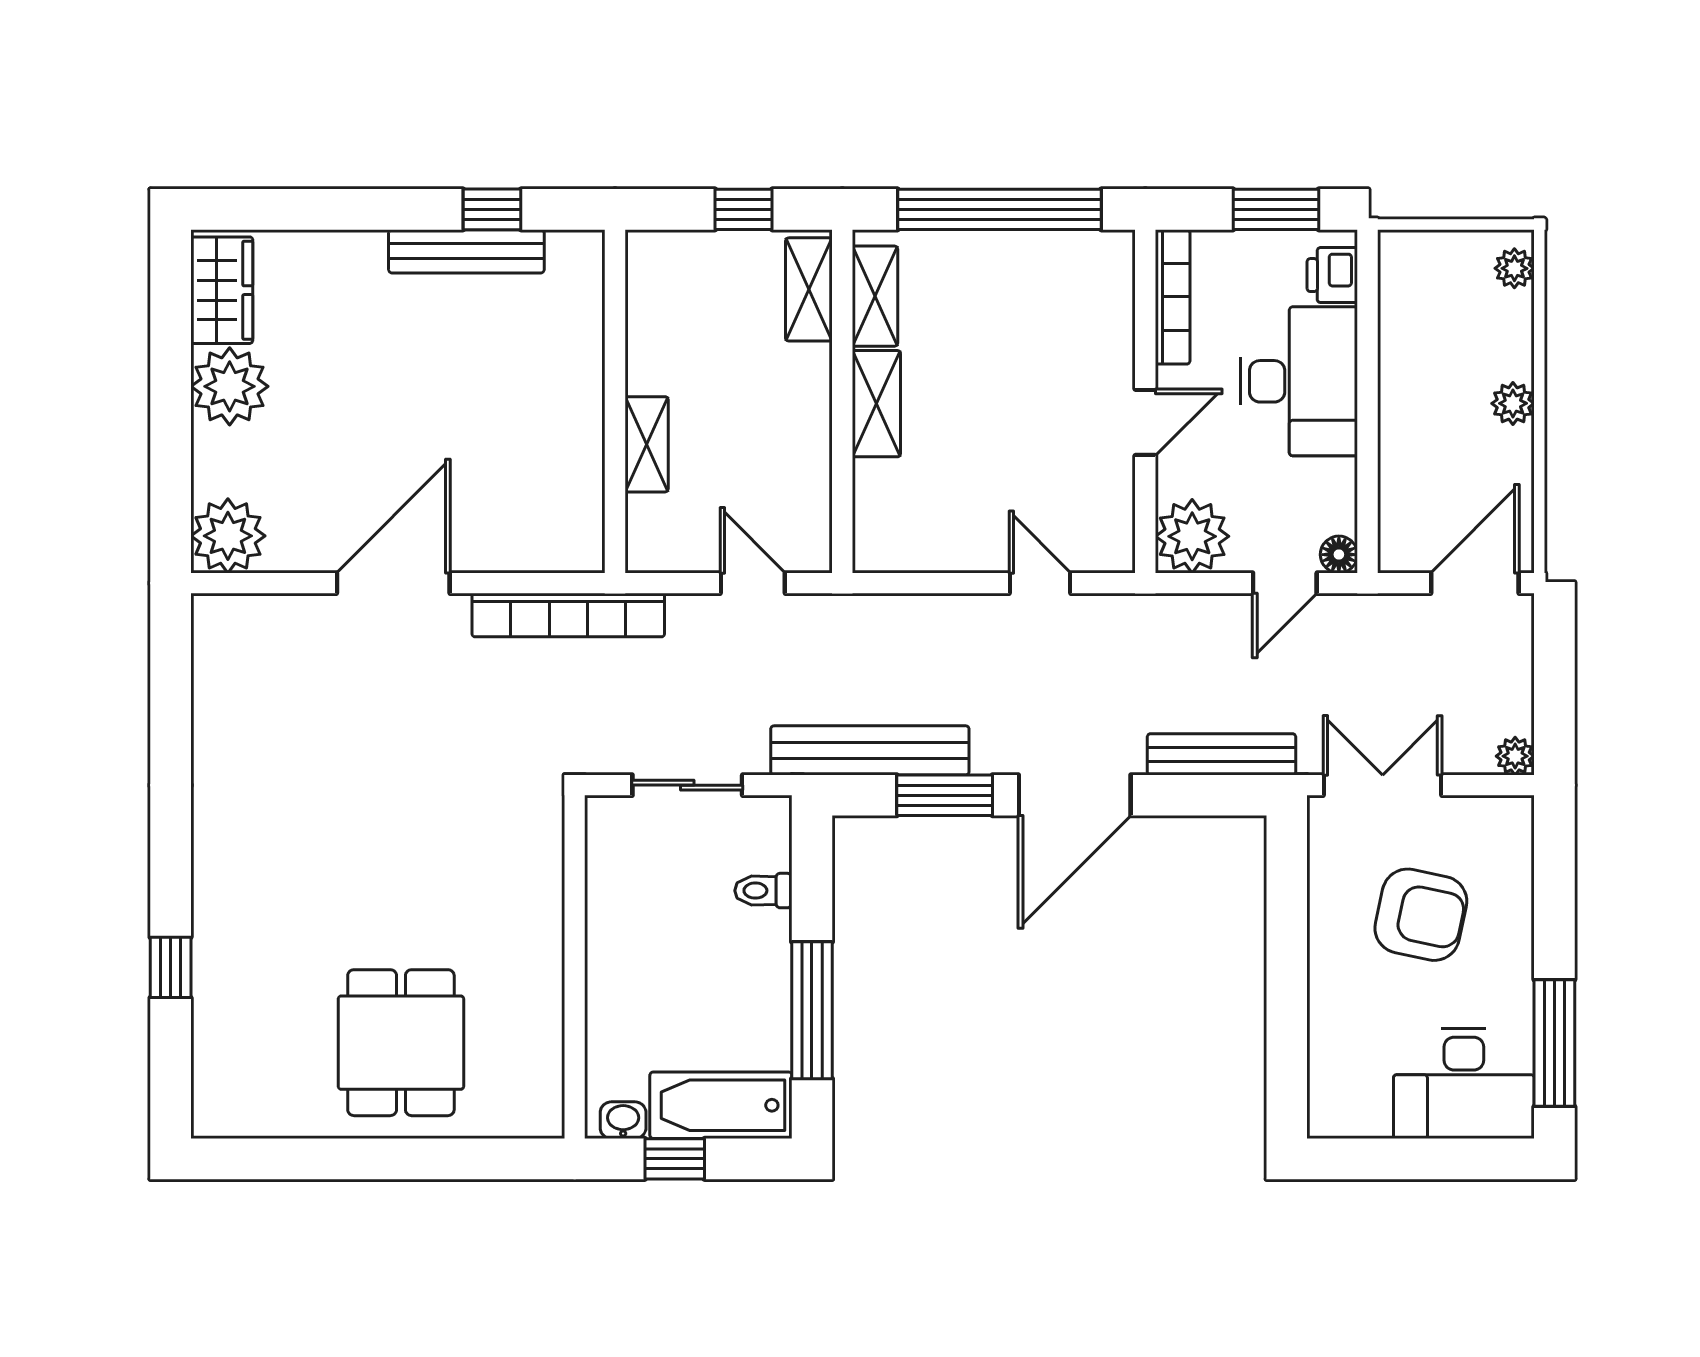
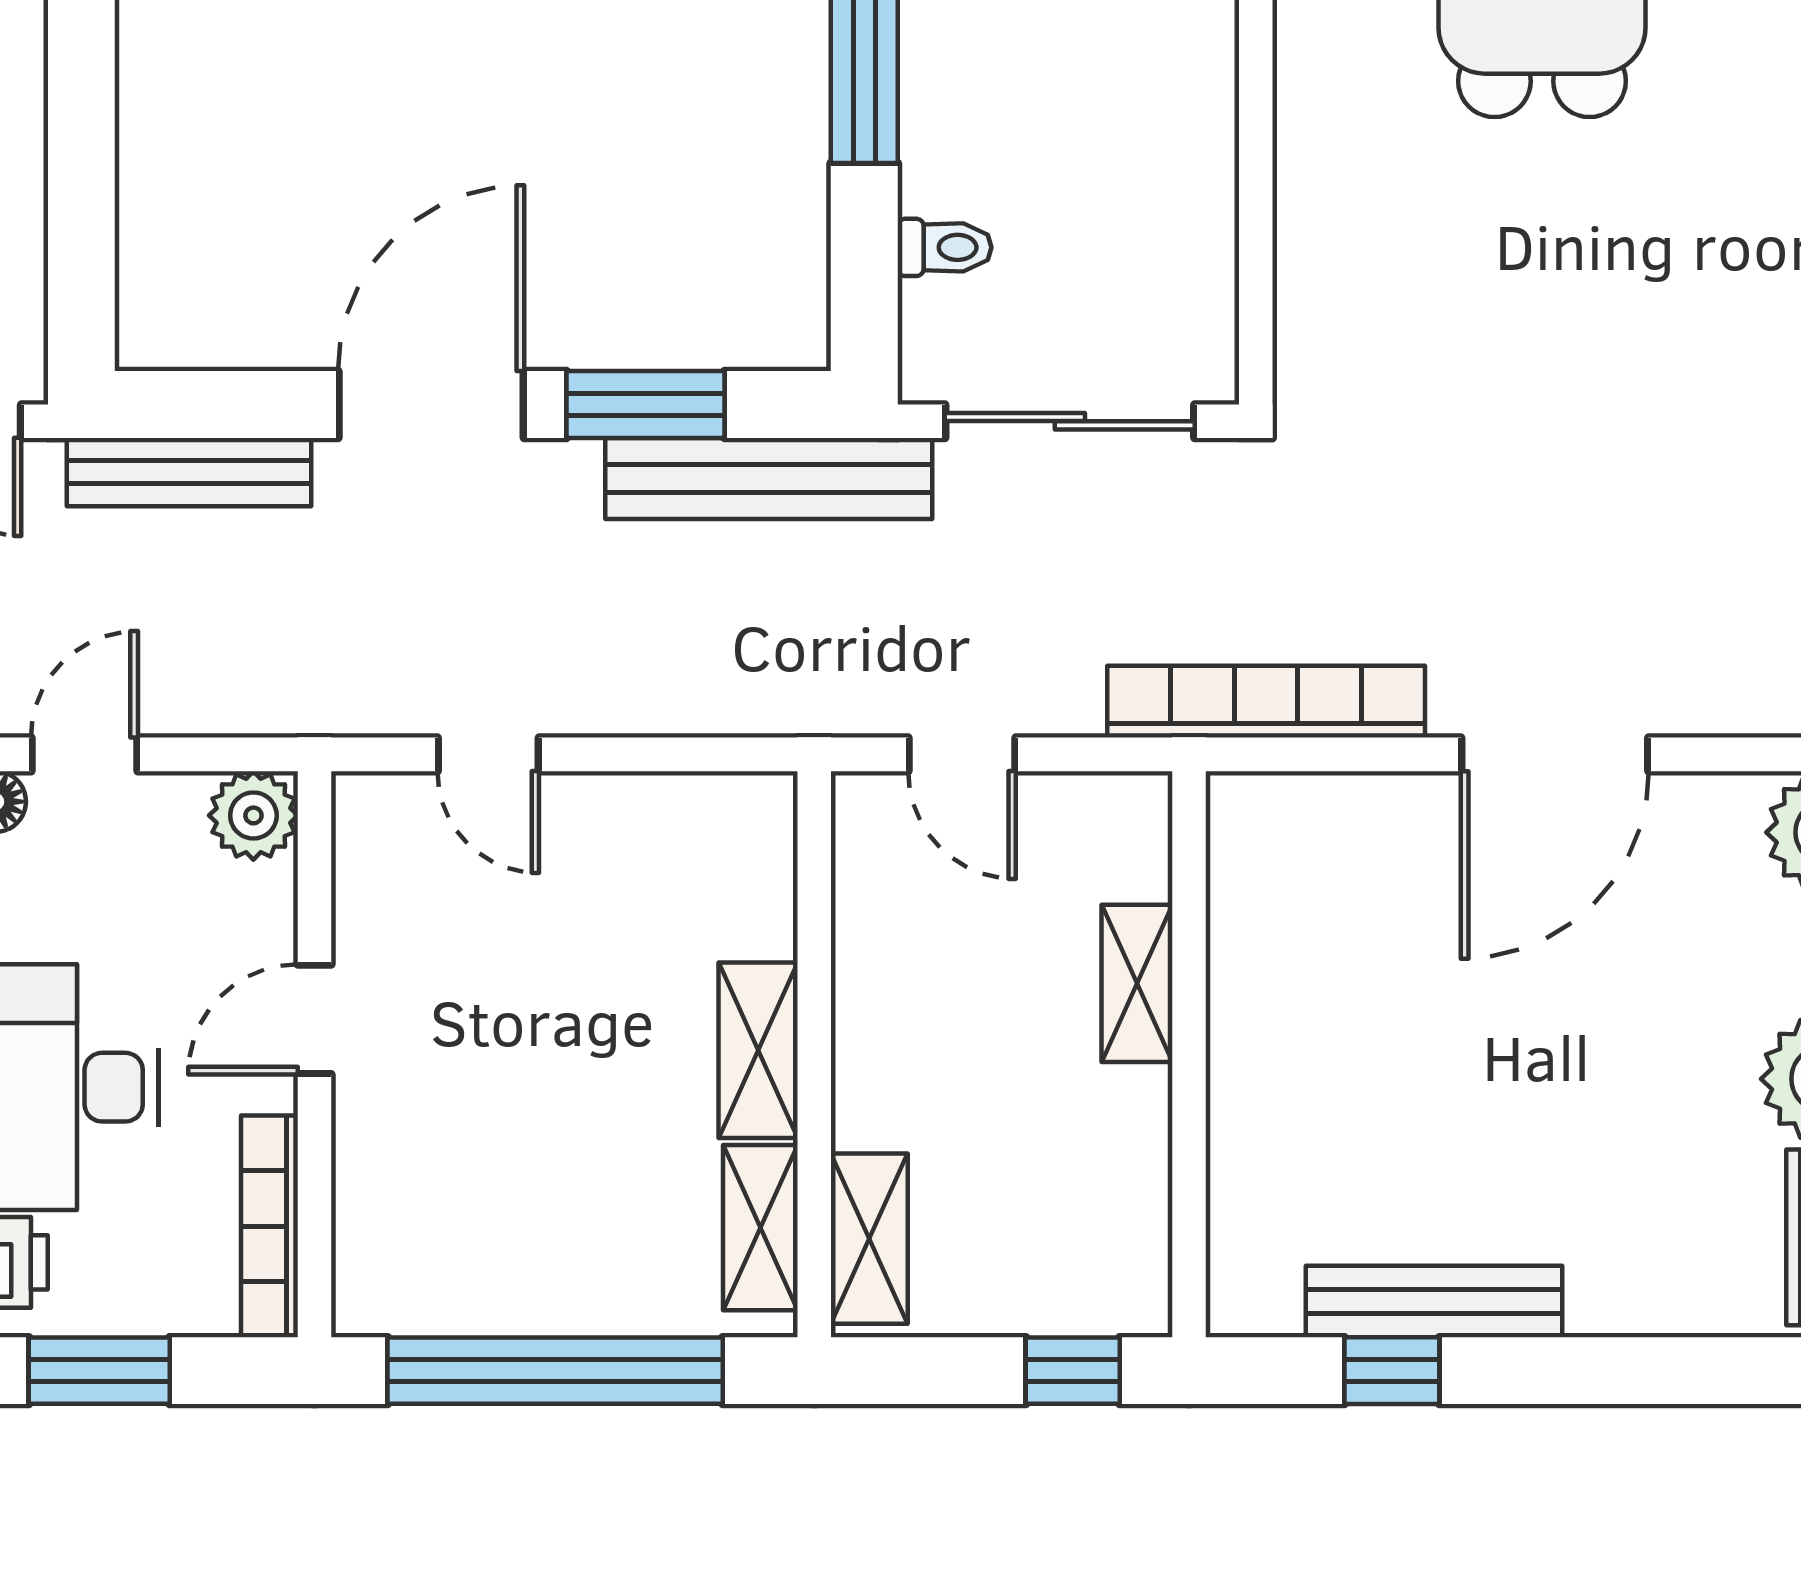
window: (744, 209) -> (1073, 1371), moved
plant: (1192, 536) -> (253, 815), width x0.73, depth x0.73
sliding door: (687, 785) -> (1070, 421), width x1.37

